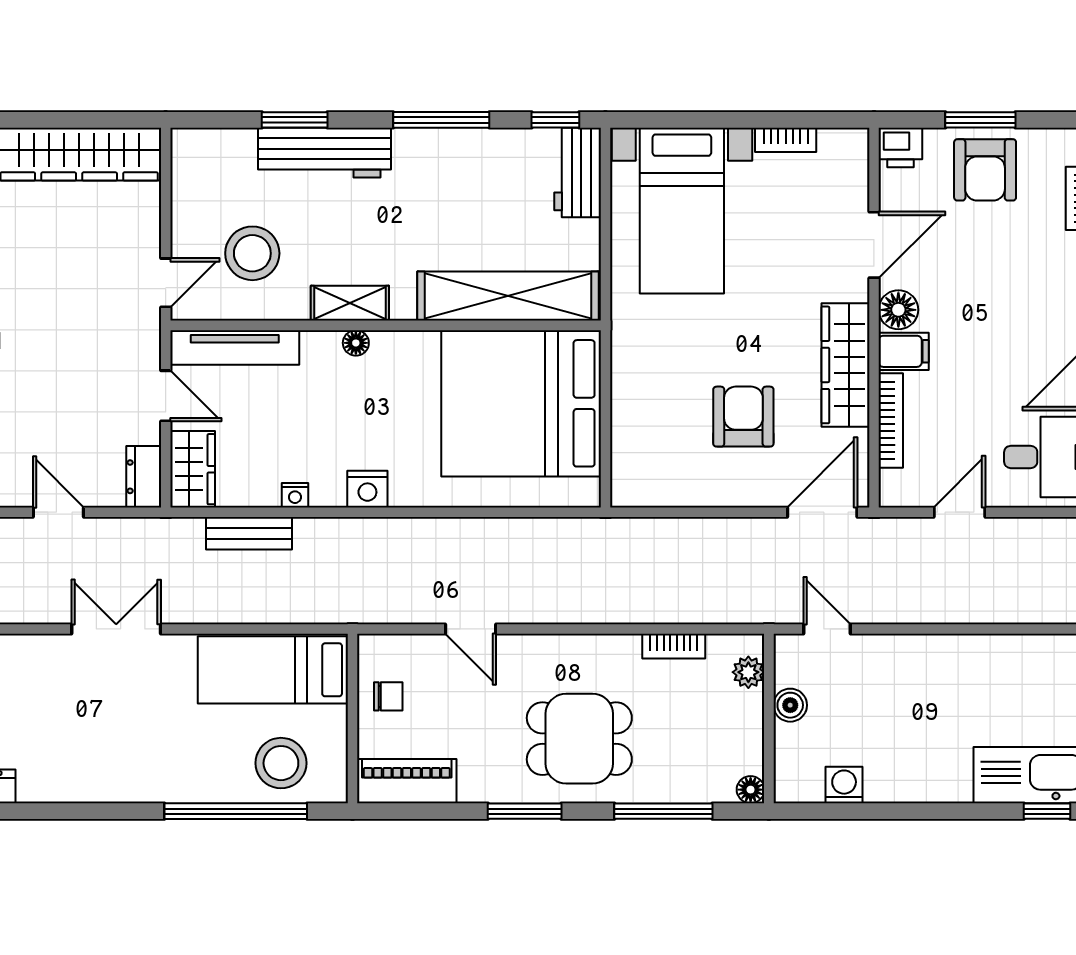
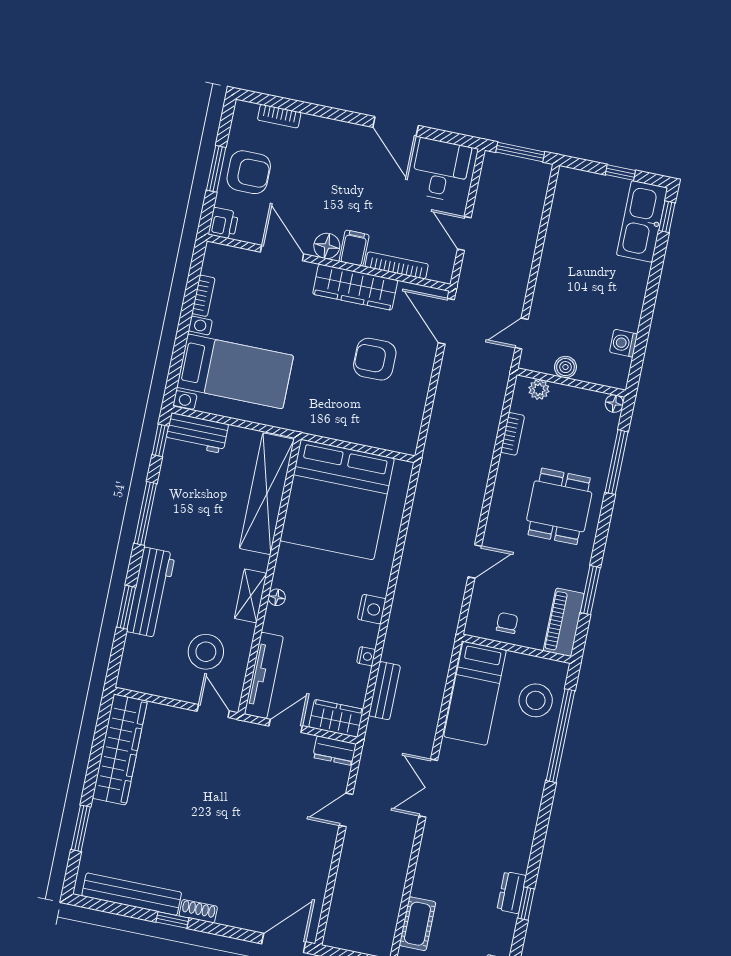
window: (525, 811) -> (590, 590), moved

